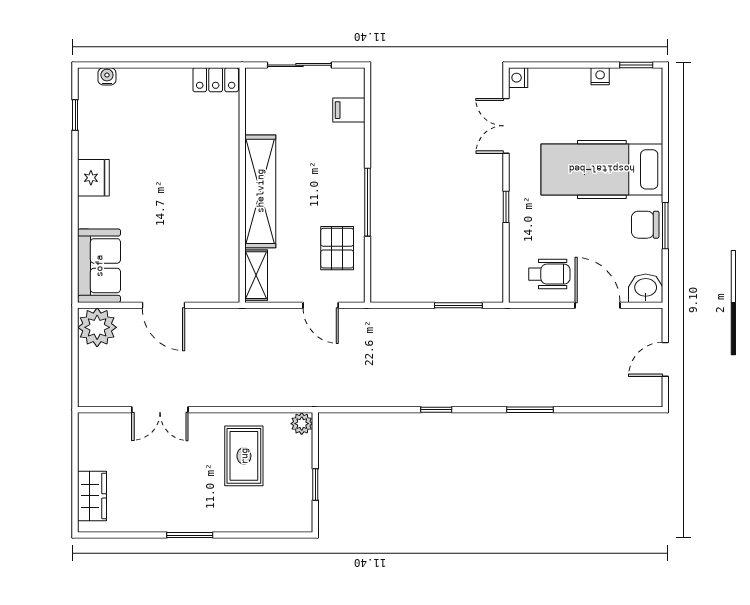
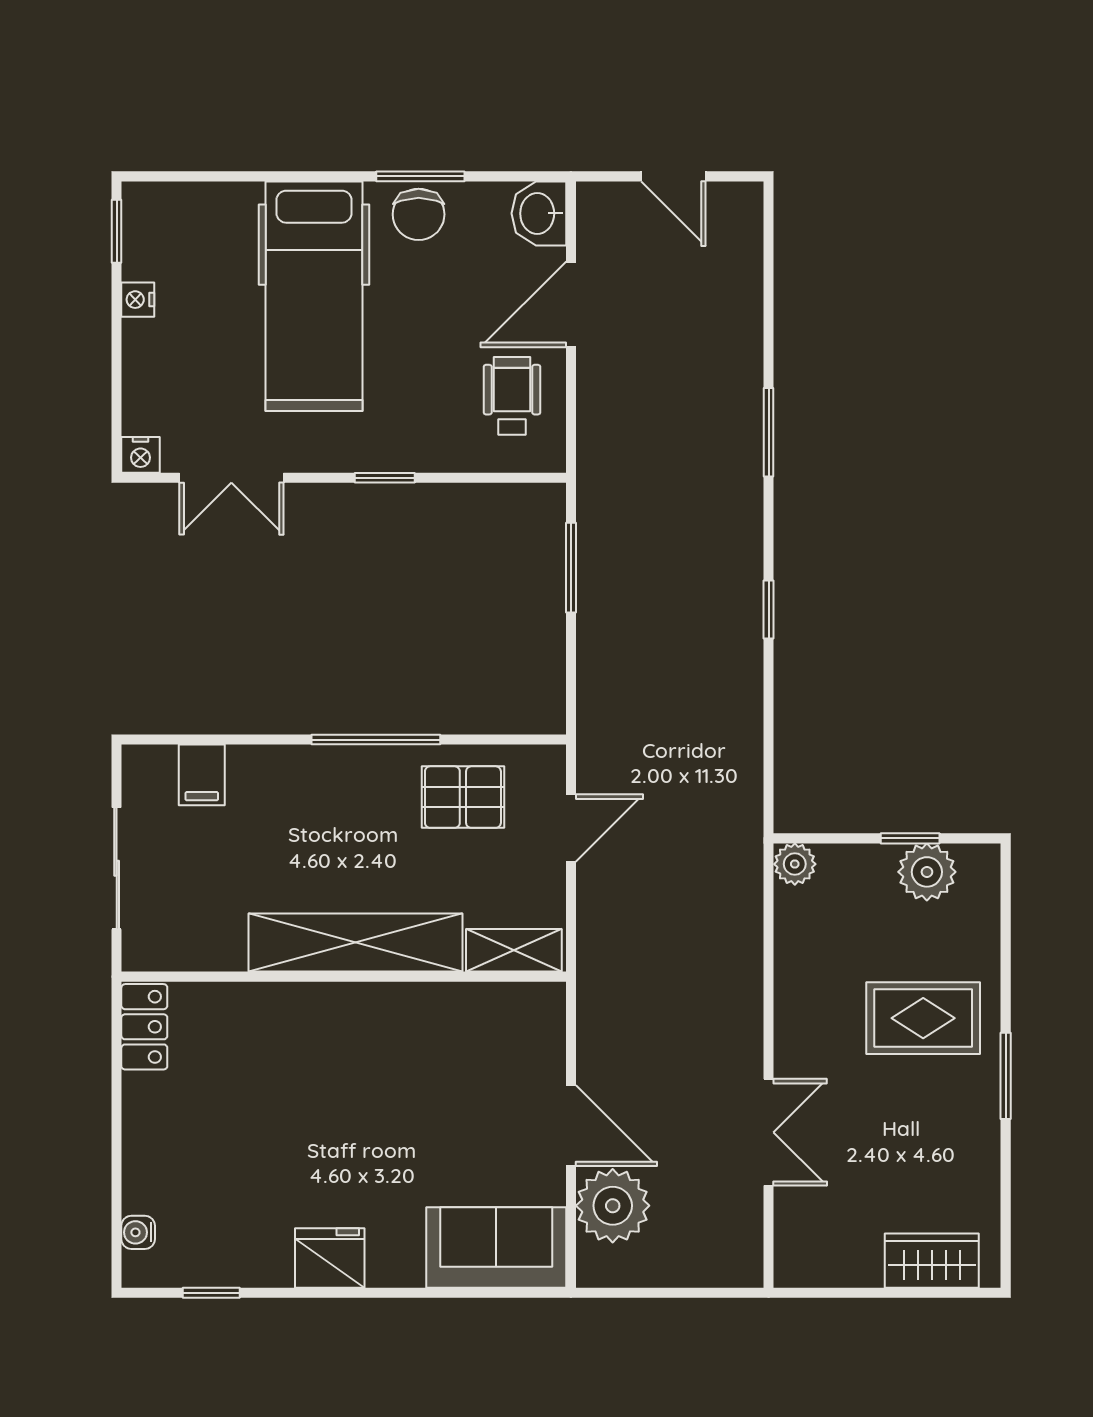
door: (163, 305) -> (571, 1126), hinge flipped
plant: (97, 327) -> (613, 1206), moved
rug: (244, 456) -> (923, 1018), moved
plant: (298, 493) -> (927, 872), added

